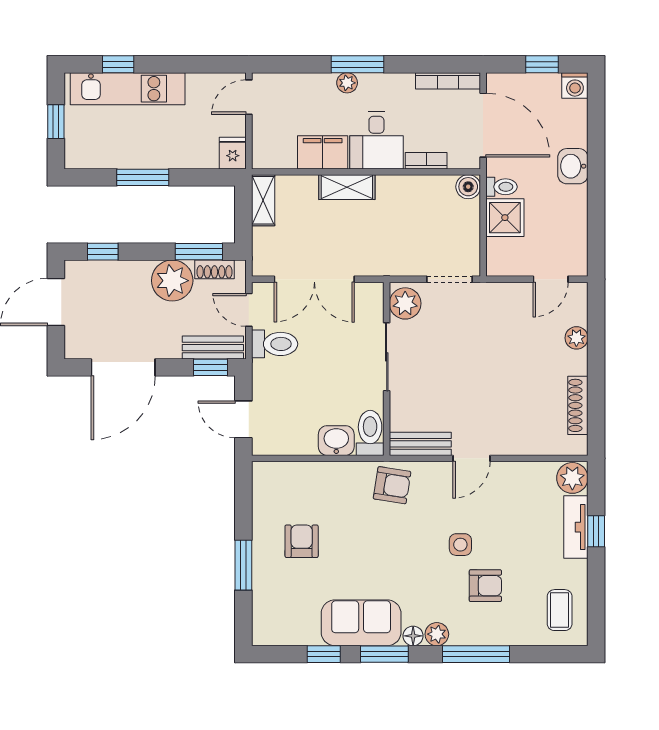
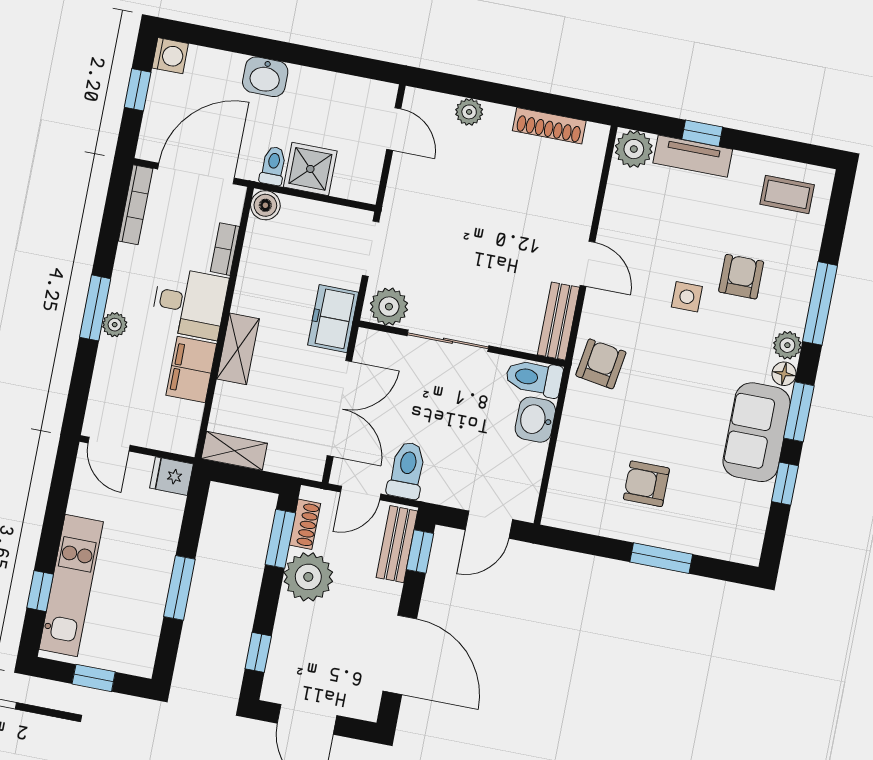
freezer: (387, 260) -> (333, 319), added

